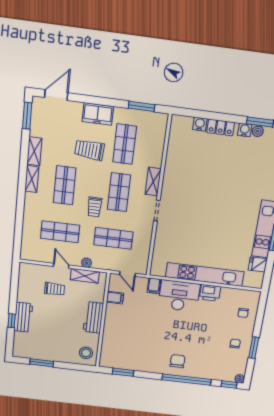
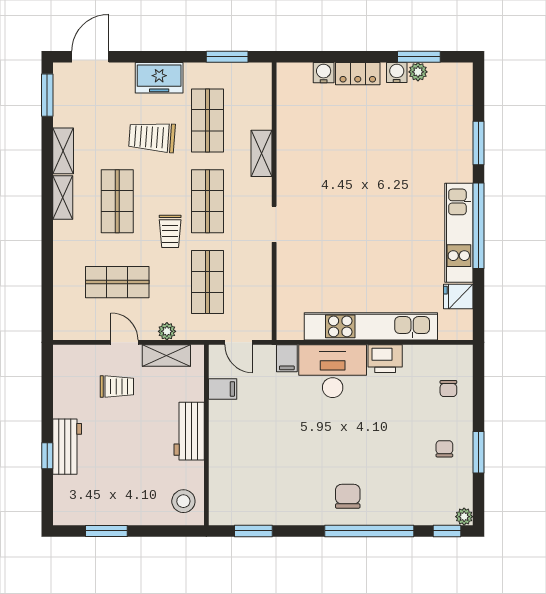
shelving: (153, 181) -> (261, 153), moved
shop shelf: (113, 238) -> (208, 282), turned 90

